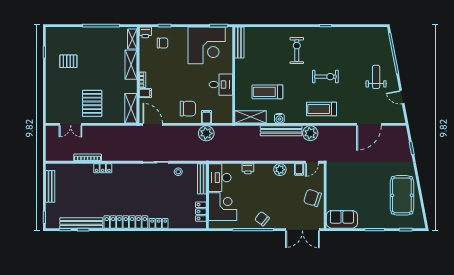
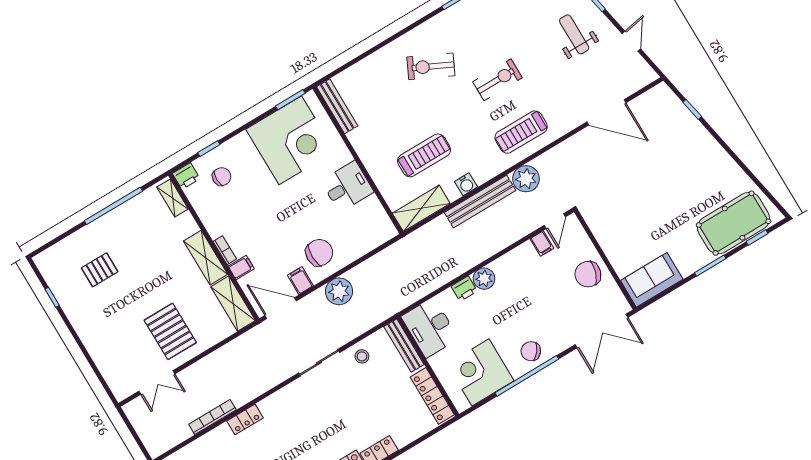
exercise bike: (297, 51) -> (431, 66), turned -64
pallet: (68, 61) -> (100, 270), moved
shelving: (131, 65) -> (206, 258), moved
treadmill: (267, 92) -> (424, 155), turned 180
door: (402, 97) -> (631, 41), swing flipped
filing cabinet: (206, 117) -> (300, 281), moved
door: (369, 124) -> (606, 112), hinge flipped
plant: (206, 133) -> (339, 291), moved
plant: (280, 170) -> (484, 279), moved
pool table: (402, 195) -> (734, 223), moved, turned 90
corner desk: (223, 207) -> (480, 372), moved, turned -90
locker: (201, 212) -> (432, 396), width x1.53

